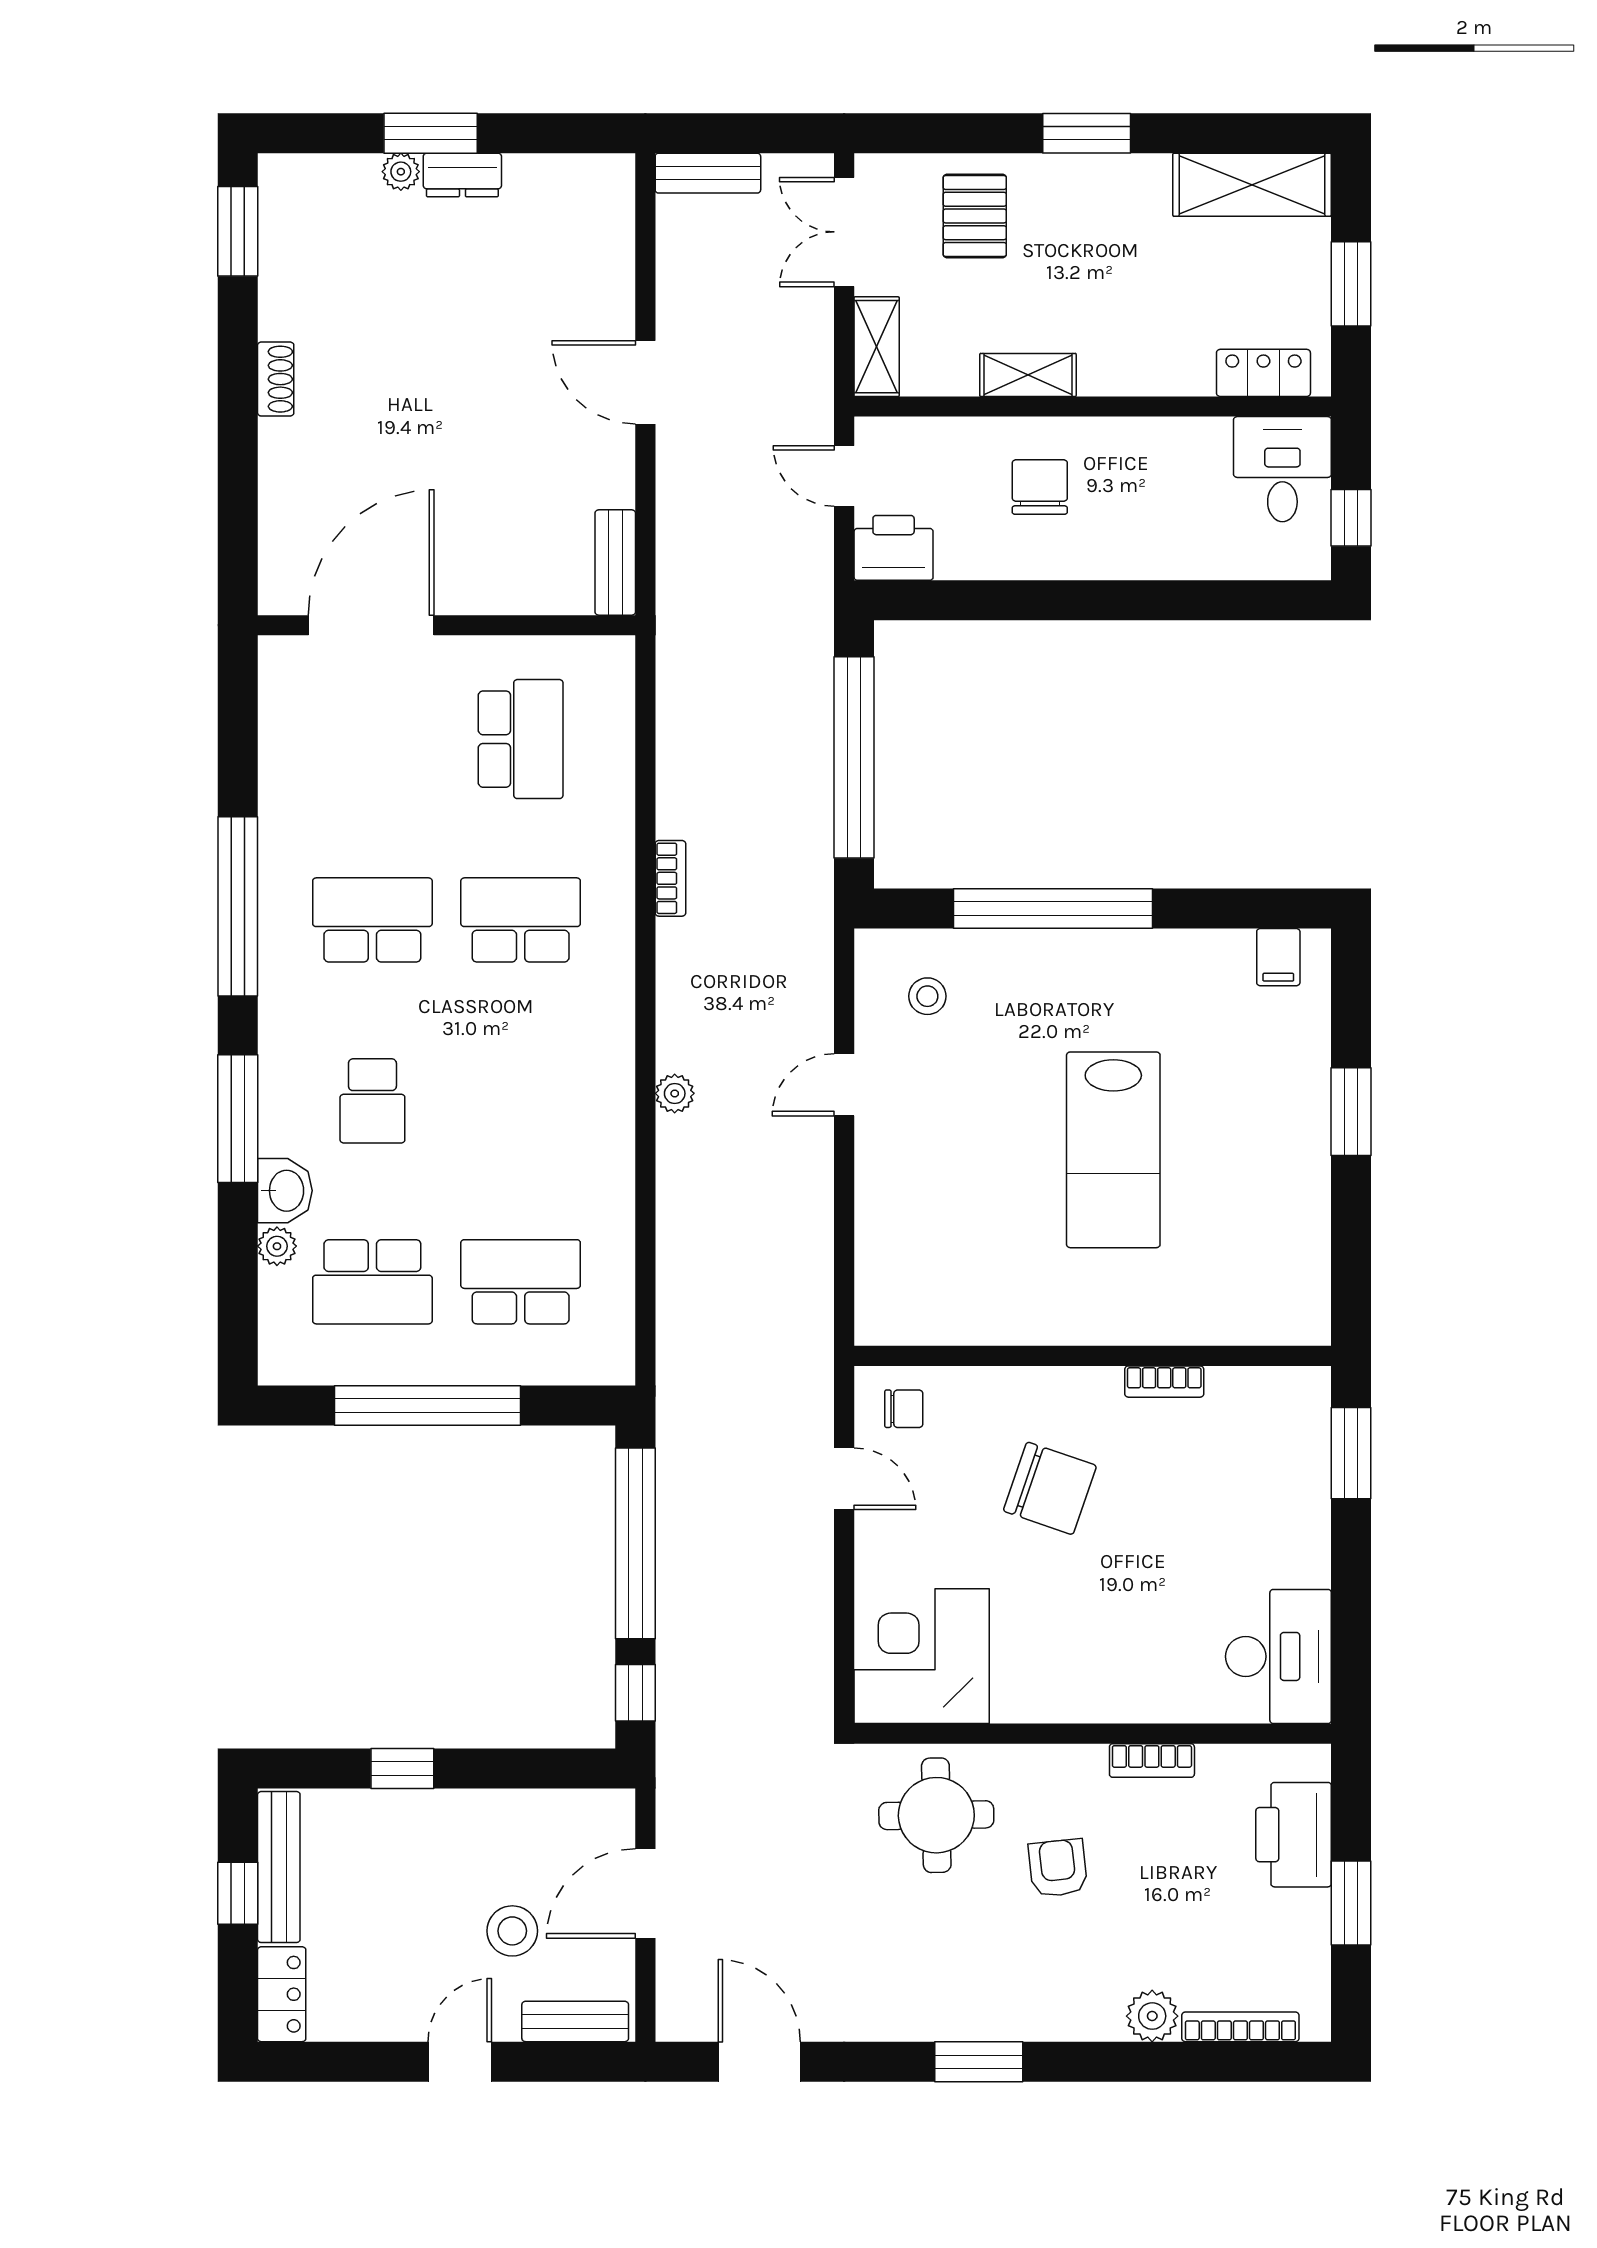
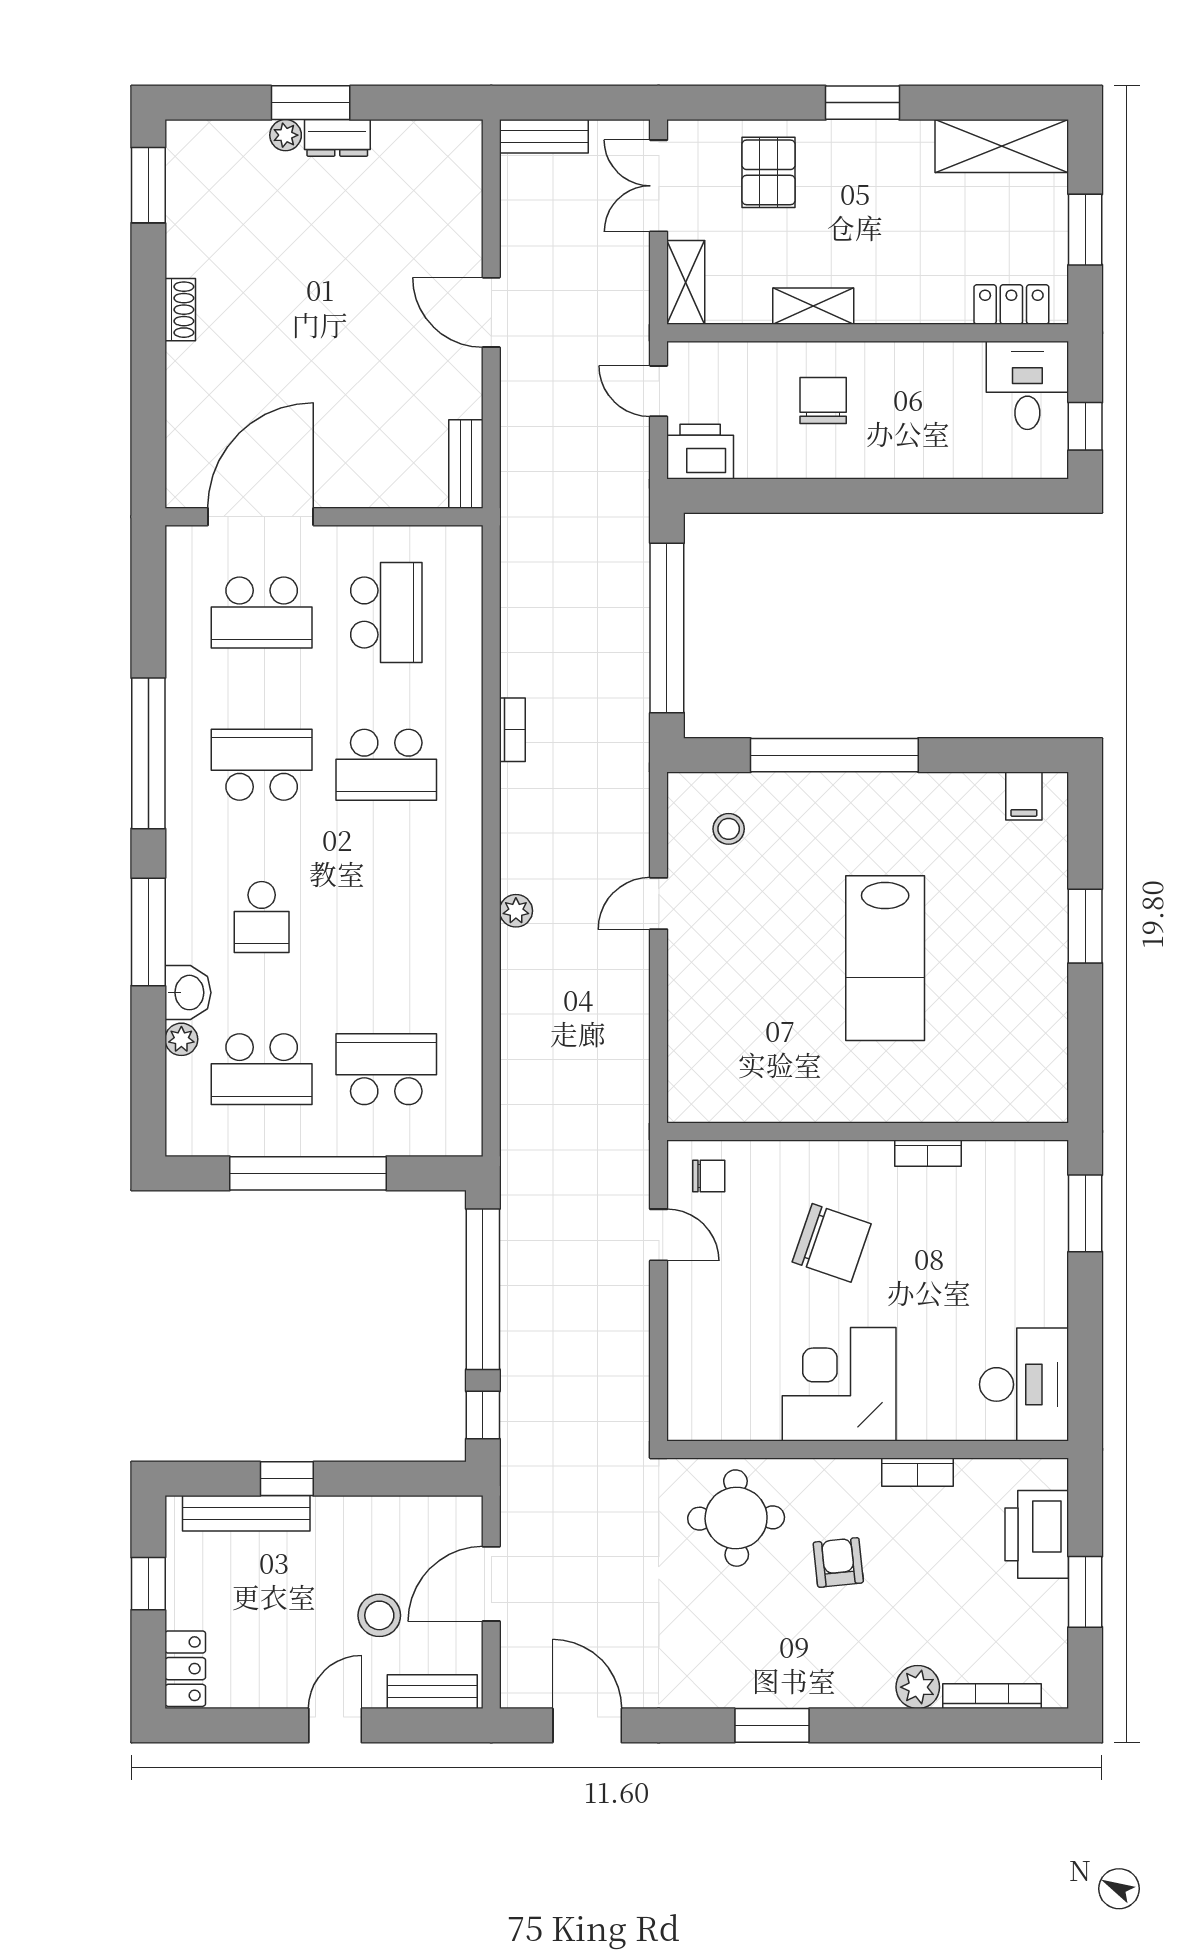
school desk: (372, 739) -> (262, 613), added
school desk: (521, 920) -> (386, 765), turned 180
corner desk: (922, 1656) -> (839, 1384), moved
bench: (279, 1867) -> (246, 1513), moved, turned 90

